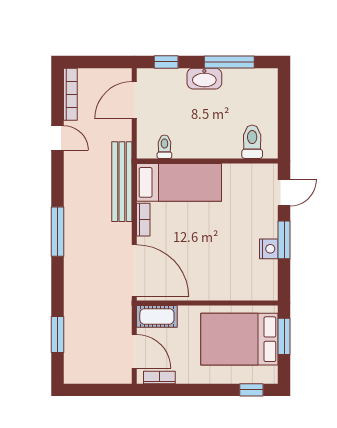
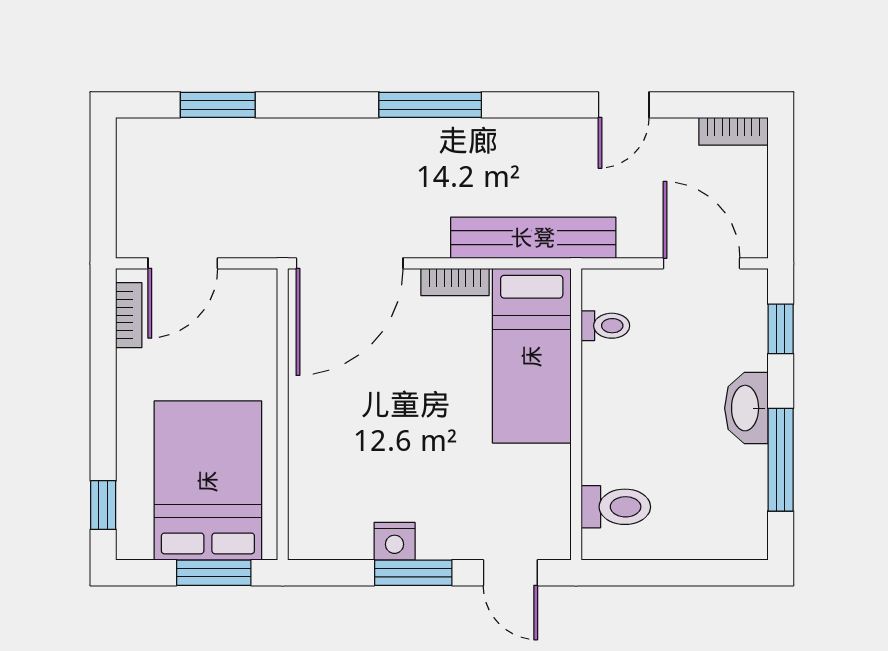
bookcase: (70, 94) -> (733, 131), width x0.64
cot: (157, 316) -> (255, 310), removed

